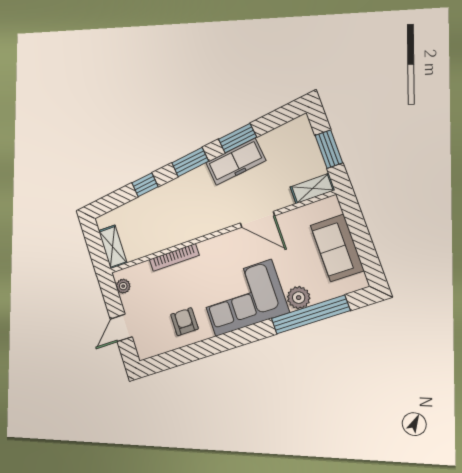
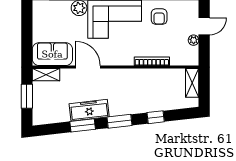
sofa: (337, 248) -> (52, 54), moved, turned -90
plant: (123, 286) -> (194, 40), moved

